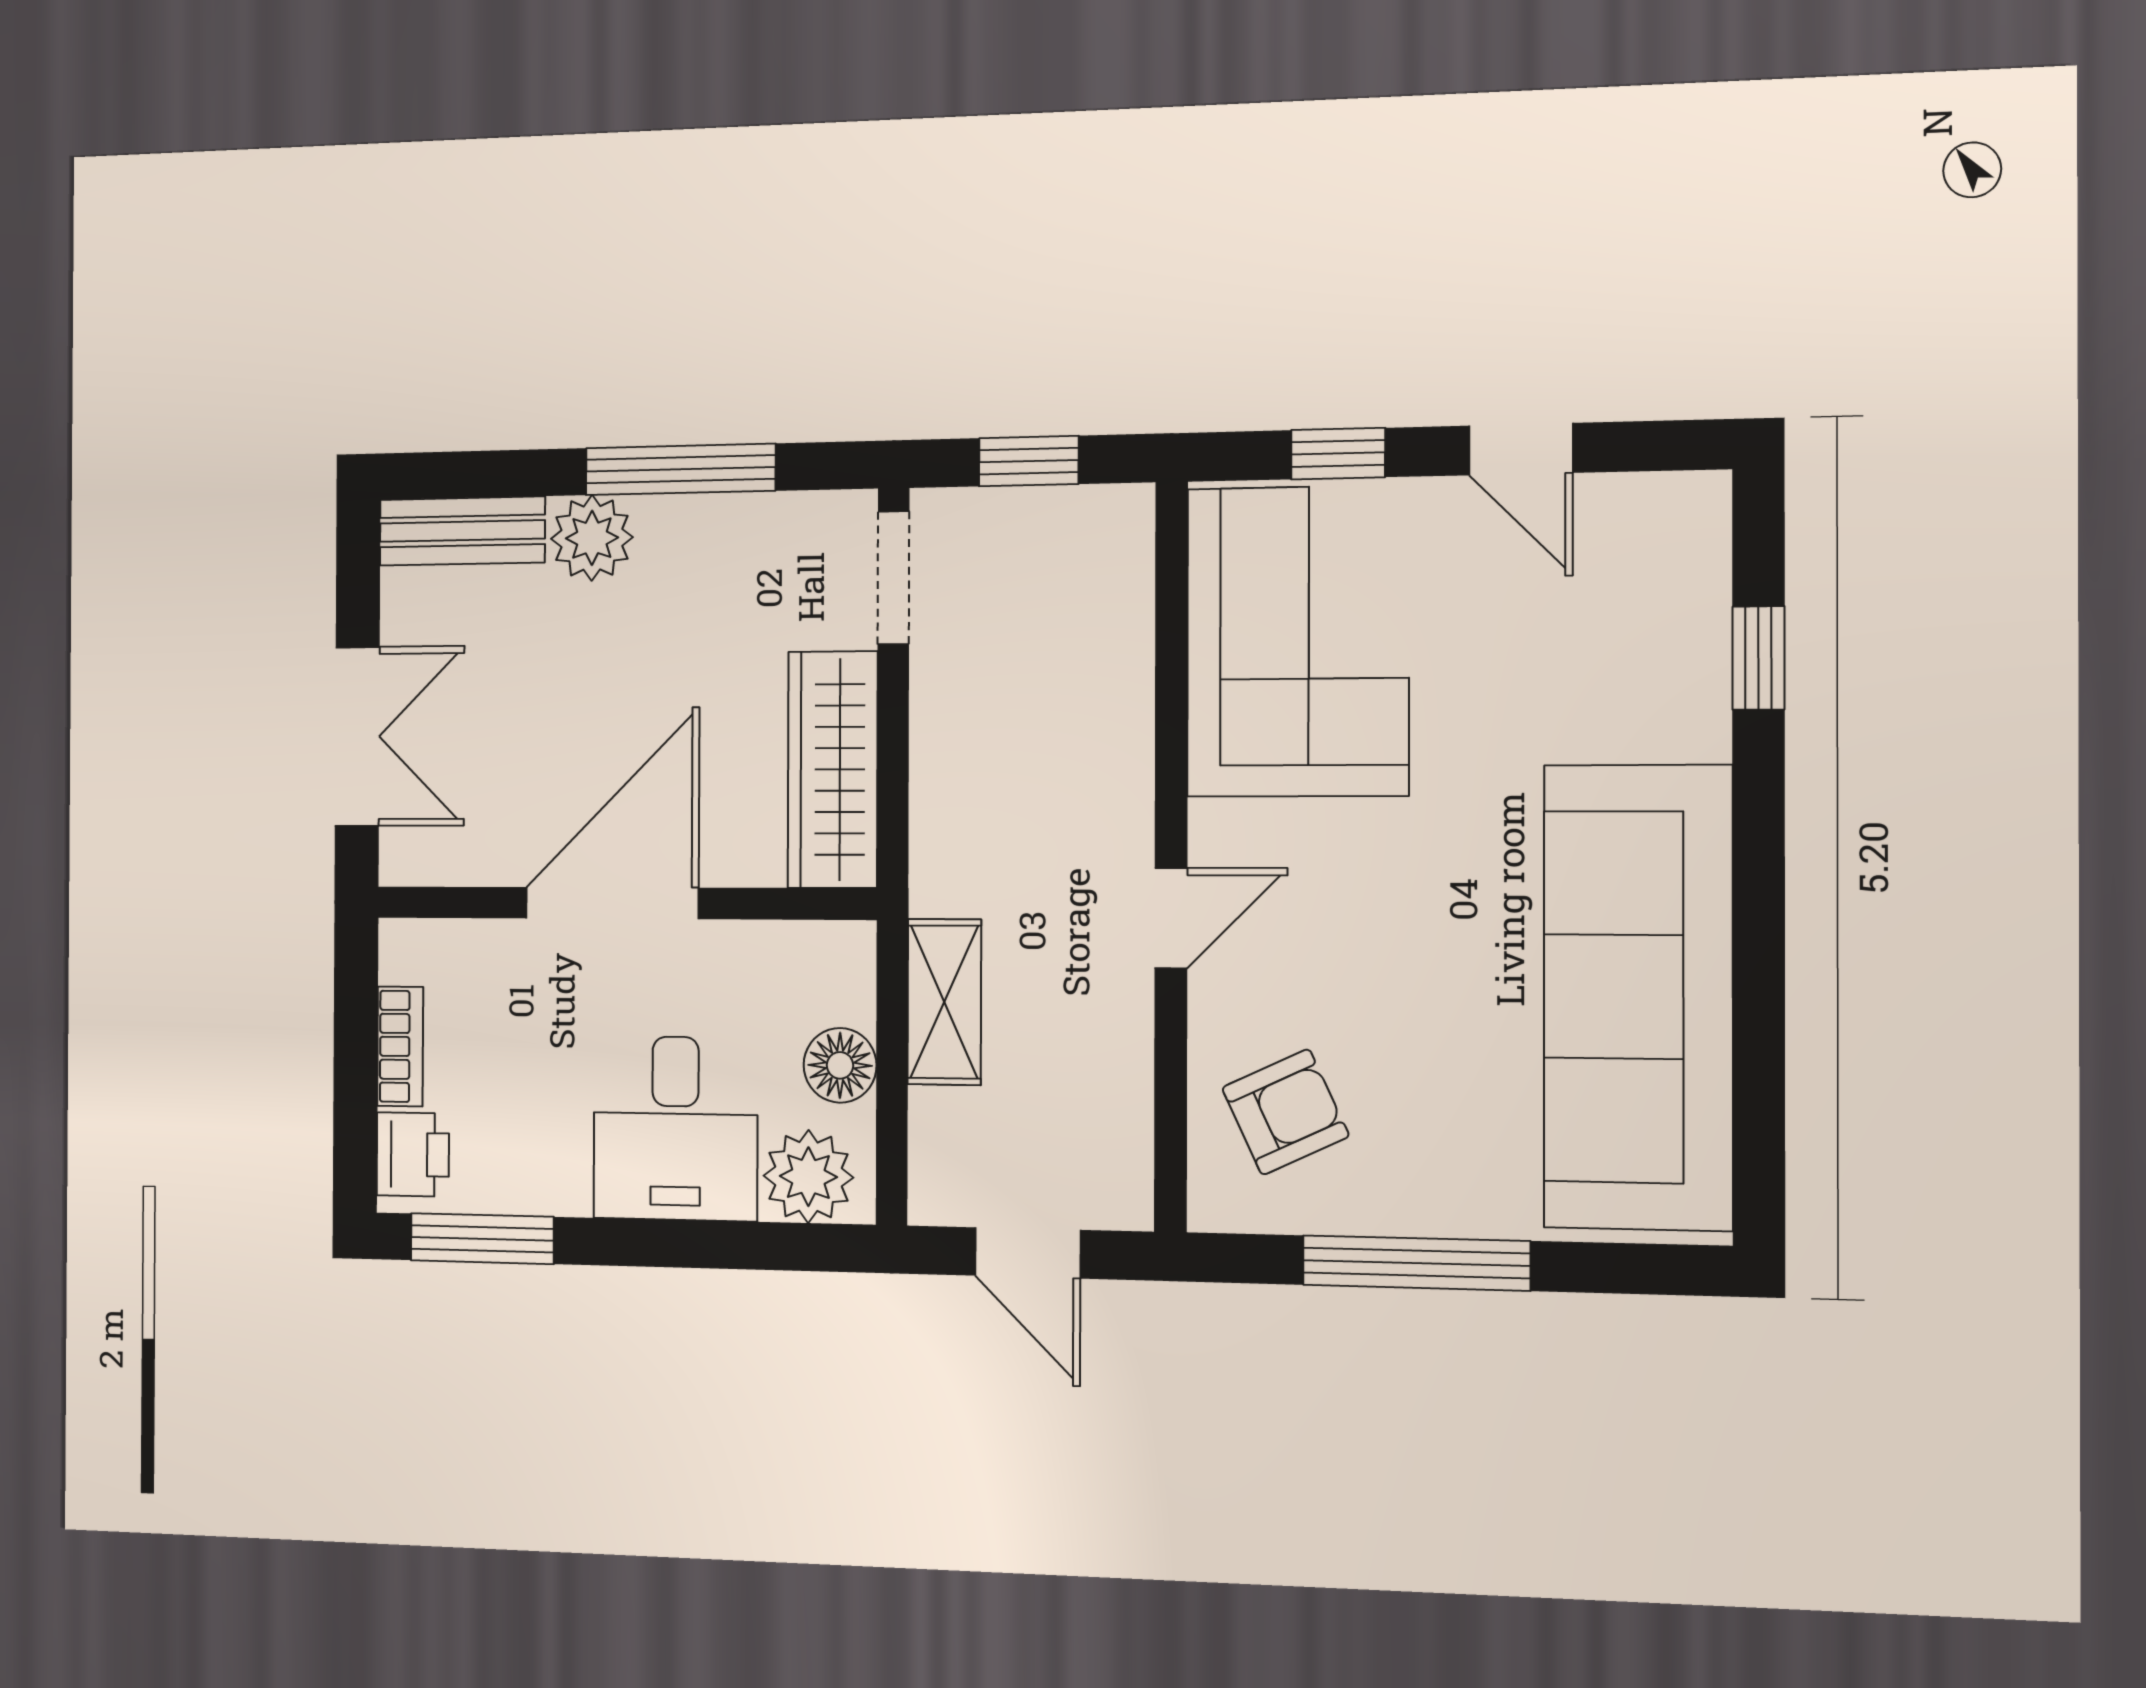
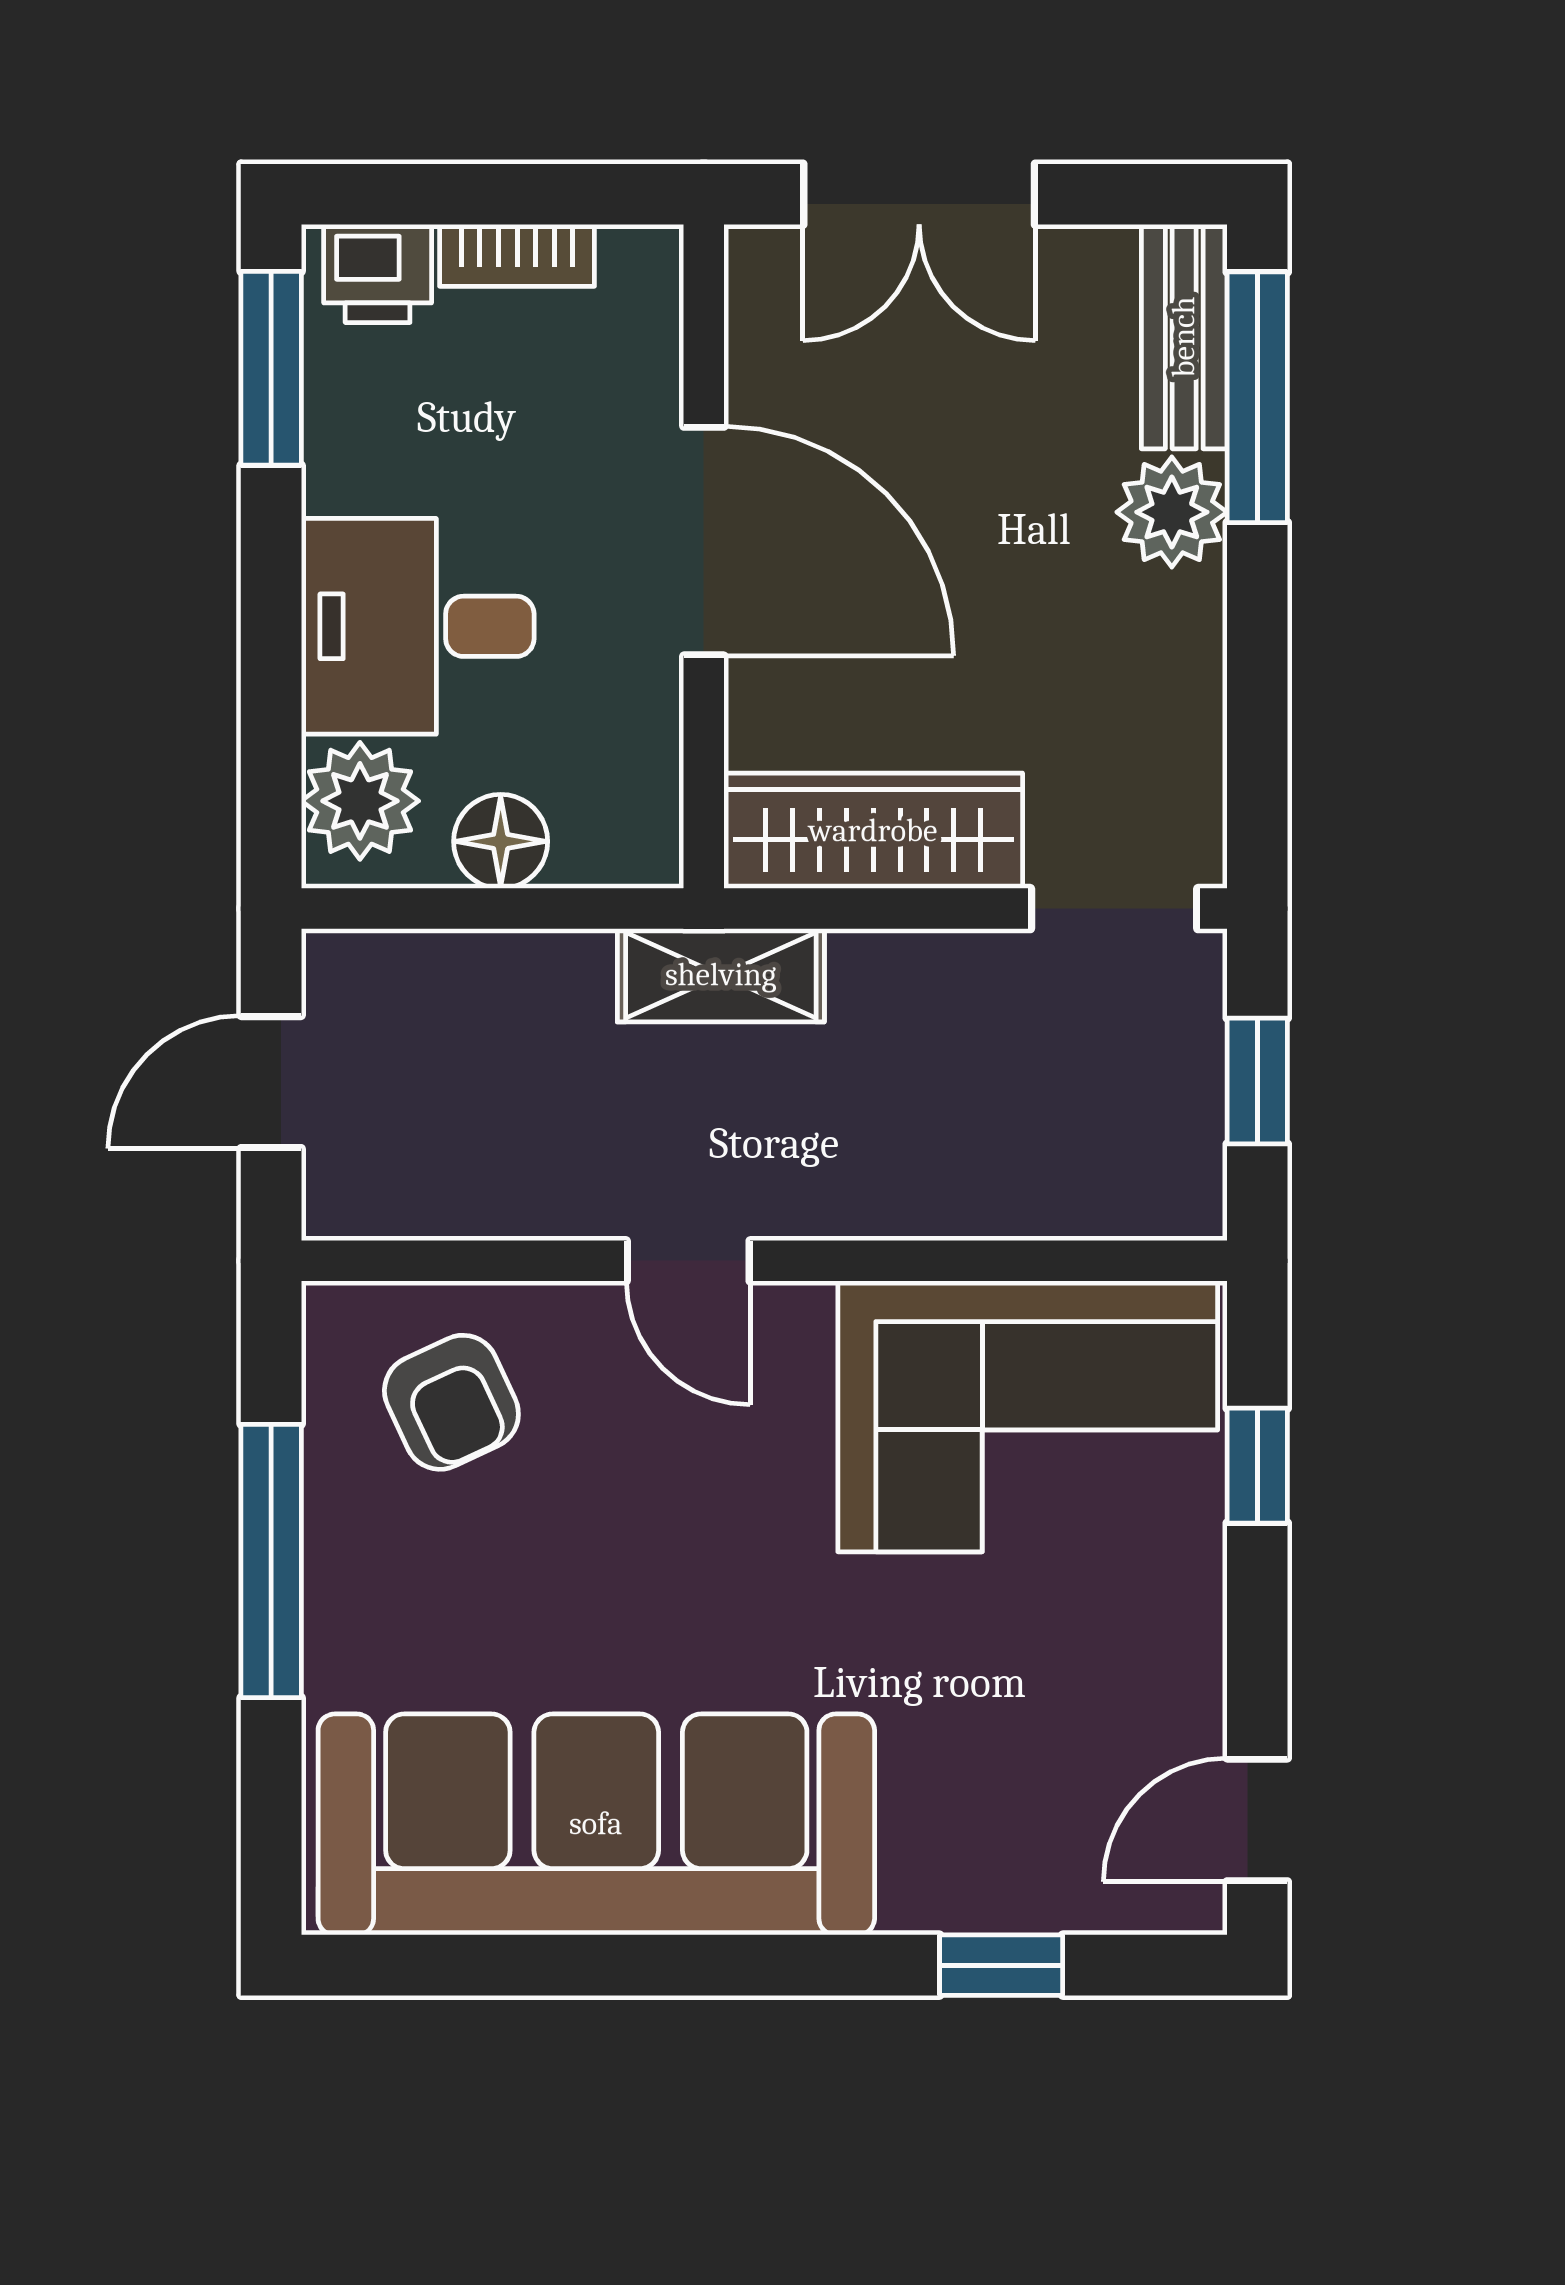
door: (1521, 449) -> (1257, 1820), moved
window: (680, 469) -> (1257, 397), moved
shelving: (944, 1002) -> (721, 975), moved

